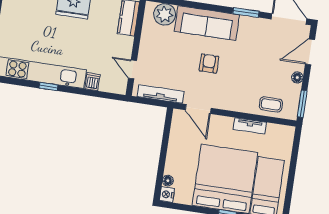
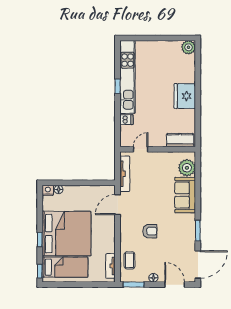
sofa: (207, 23) -> (185, 195), width x0.73
armchair: (209, 64) -> (150, 231), moved
tv unit: (250, 126) -> (110, 266), moved

